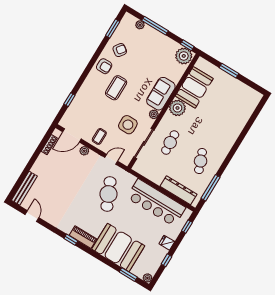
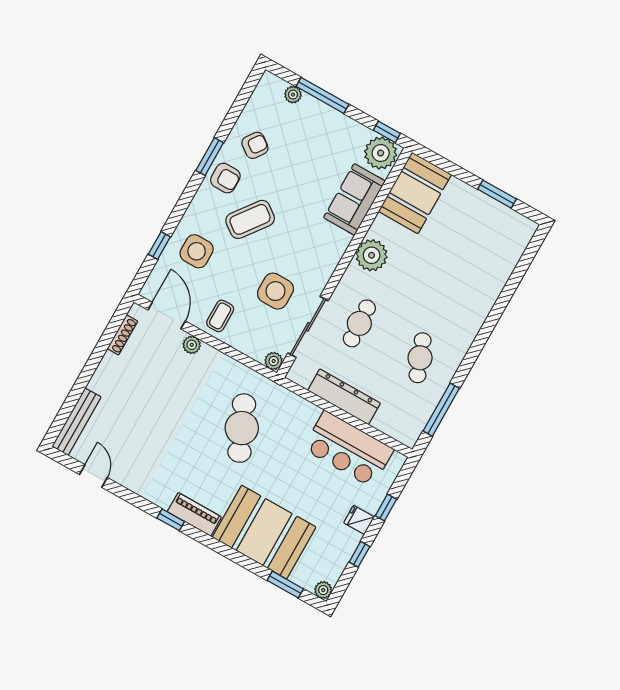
window: (113, 29) -> (210, 157), moved
window: (229, 71) -> (497, 194), moved
booth: (194, 87) -> (415, 193), moved
coffee table: (116, 88) -> (250, 219), turned 37
sofa: (161, 94) -> (354, 199), moved
side table: (88, 103) -> (197, 251), added
plant: (154, 114) -> (274, 361), moved
door: (72, 135) -> (167, 316), swing flipped
door: (111, 159) -> (245, 360), removed
dresser: (179, 190) -> (344, 397), moved
bar counter: (156, 203) -> (348, 449), width x0.73
window: (187, 227) -> (386, 507), moved

